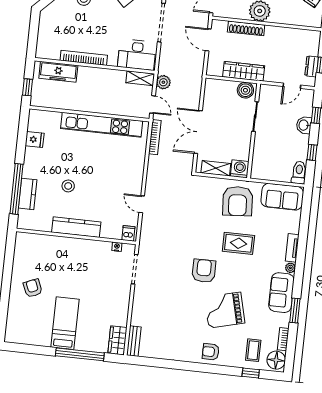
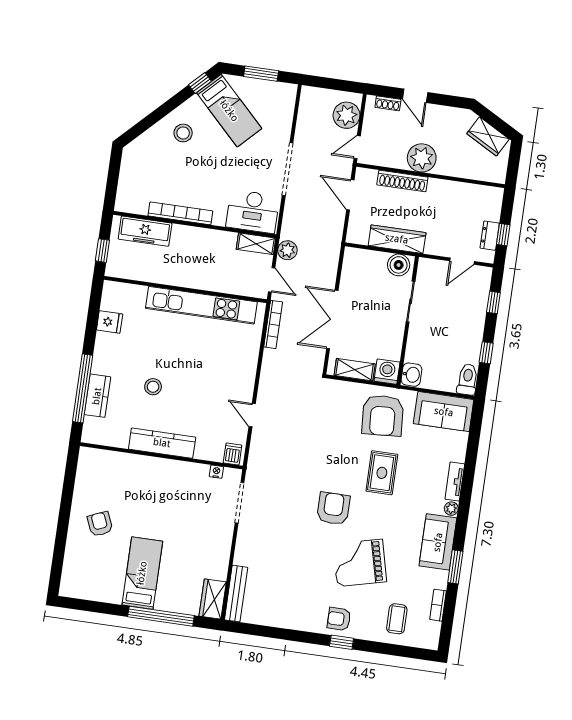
washbasin: (304, 125) -> (411, 375), moved, turned 180
rug: (238, 243) -> (382, 473), turned 90
bench: (134, 341) -> (236, 594), width x1.36
floor lamp: (276, 360) -> (428, 633), removed
window: (251, 373) -> (342, 642), moved

